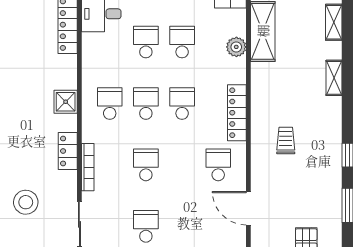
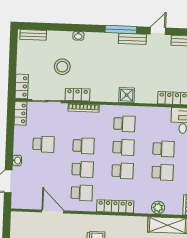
locker: (68, 151) -> (77, 95), moved
school desk: (182, 165) -> (83, 169), added
door: (248, 208) -> (53, 211), hinge flipped

